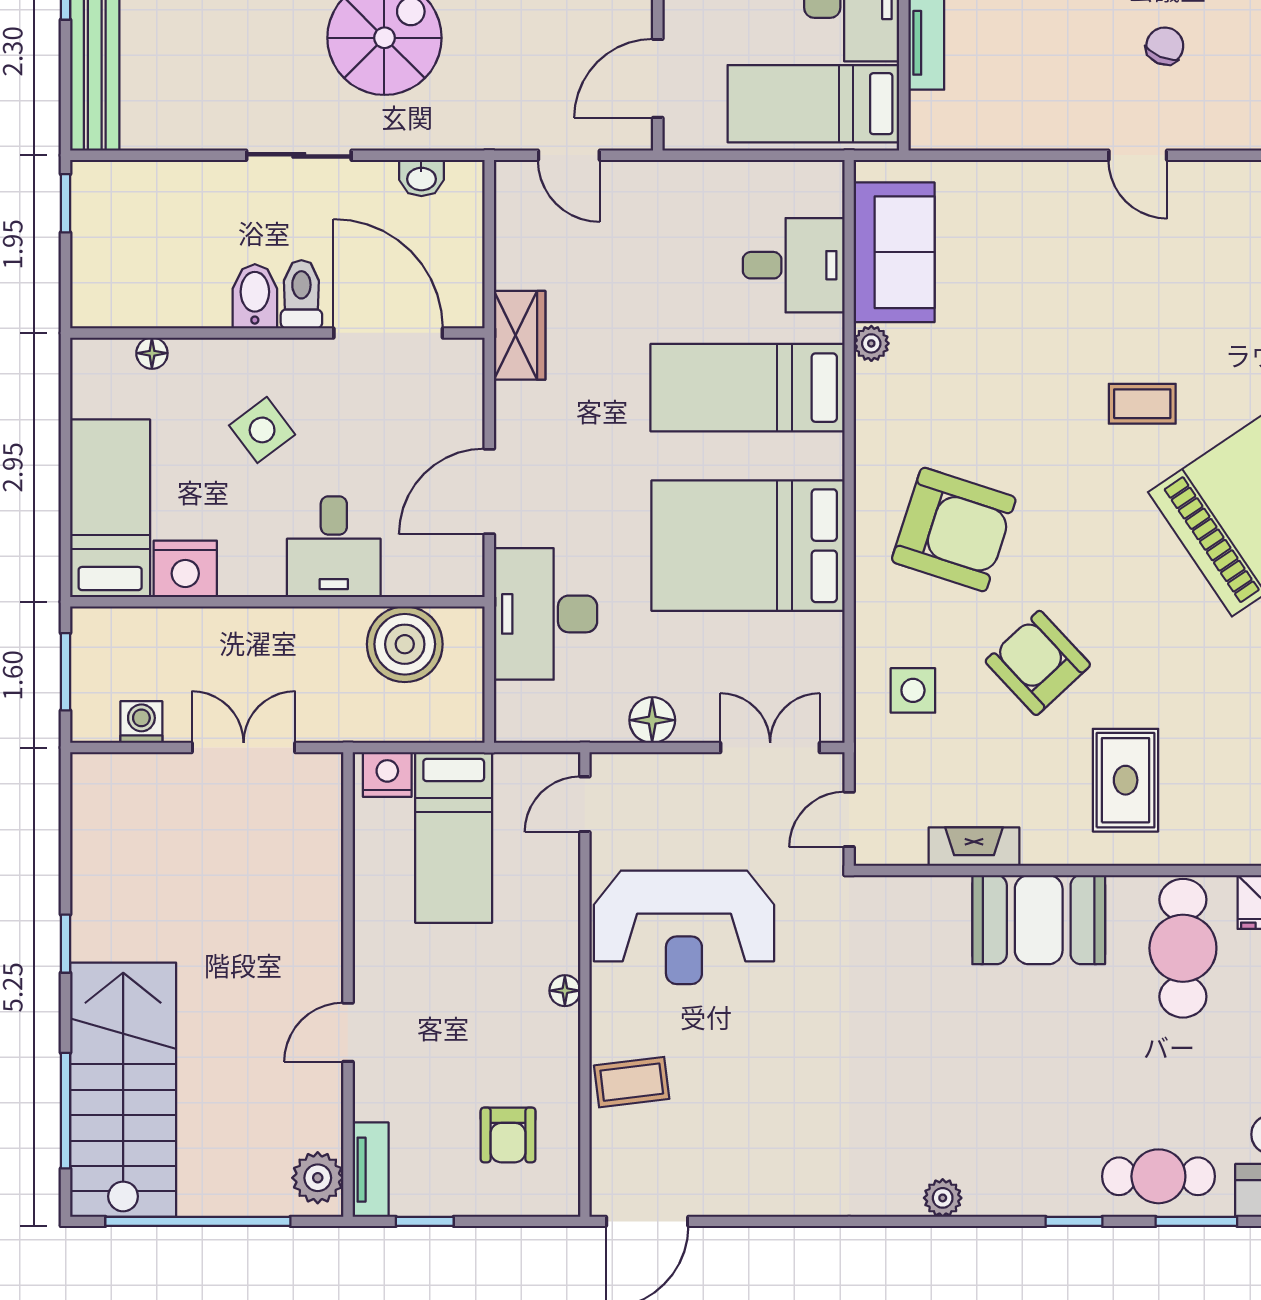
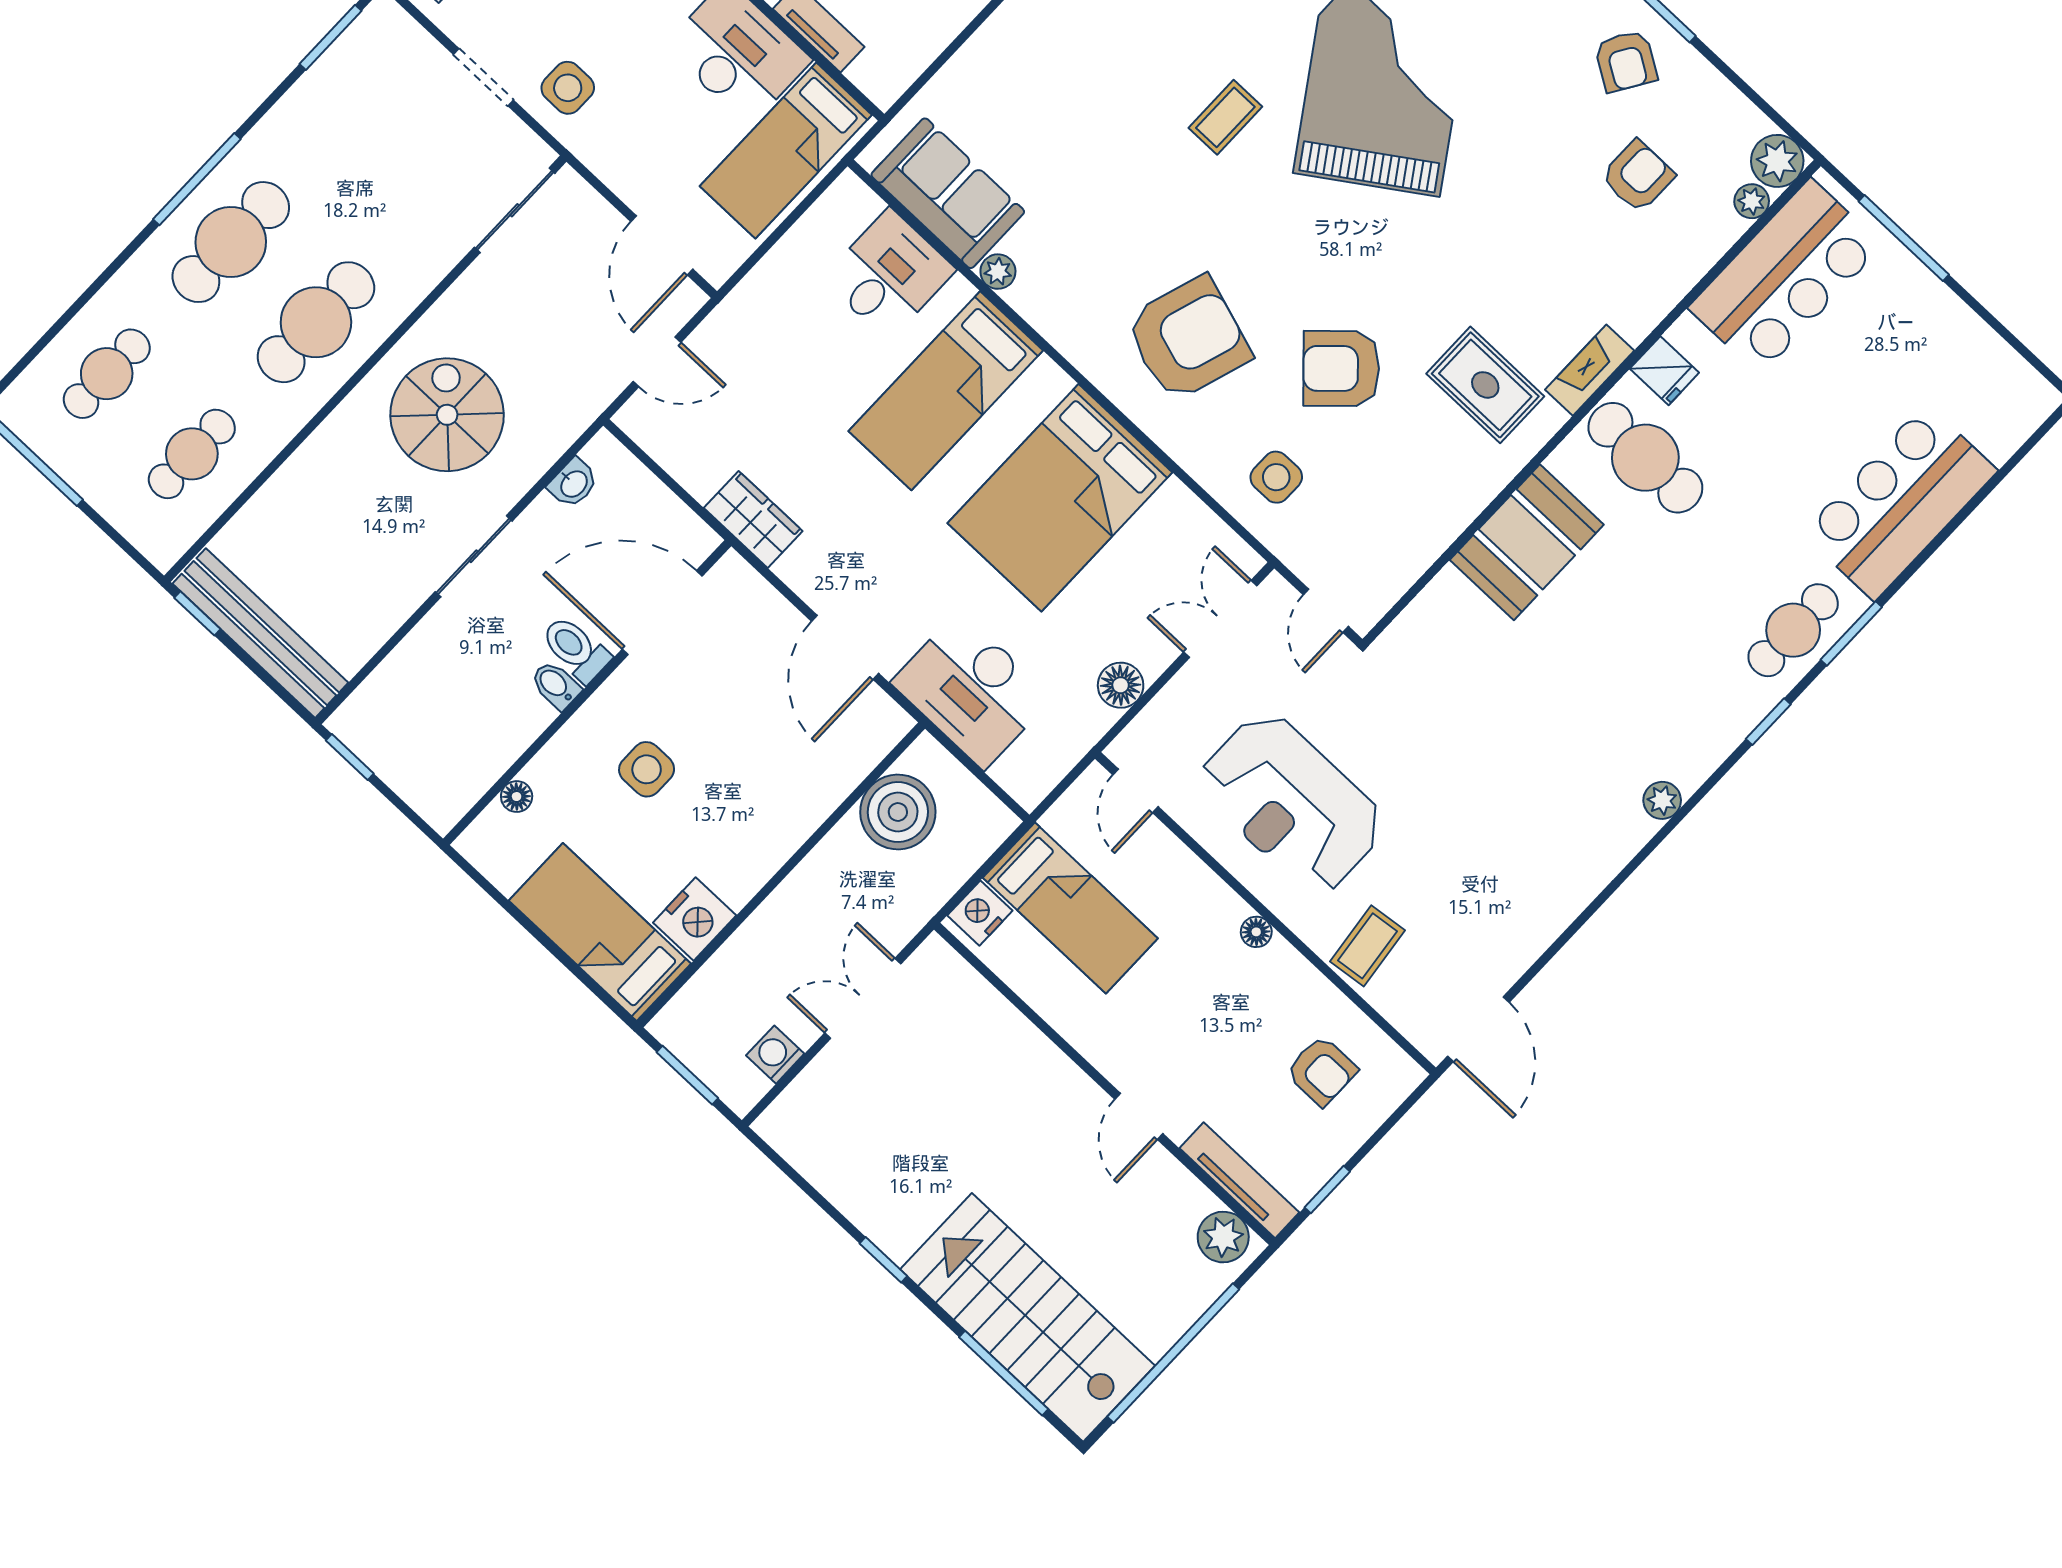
bidet: (255, 296) -> (556, 685), width x0.72, depth x0.74
side table: (262, 430) -> (647, 769), turned 37
desk: (334, 547) -> (779, 797), removed
fireplace: (974, 847) -> (1590, 370), moved
reception desk: (684, 927) -> (1291, 803), turned 90
tv unit: (371, 1170) -> (1239, 1180), width x1.41

